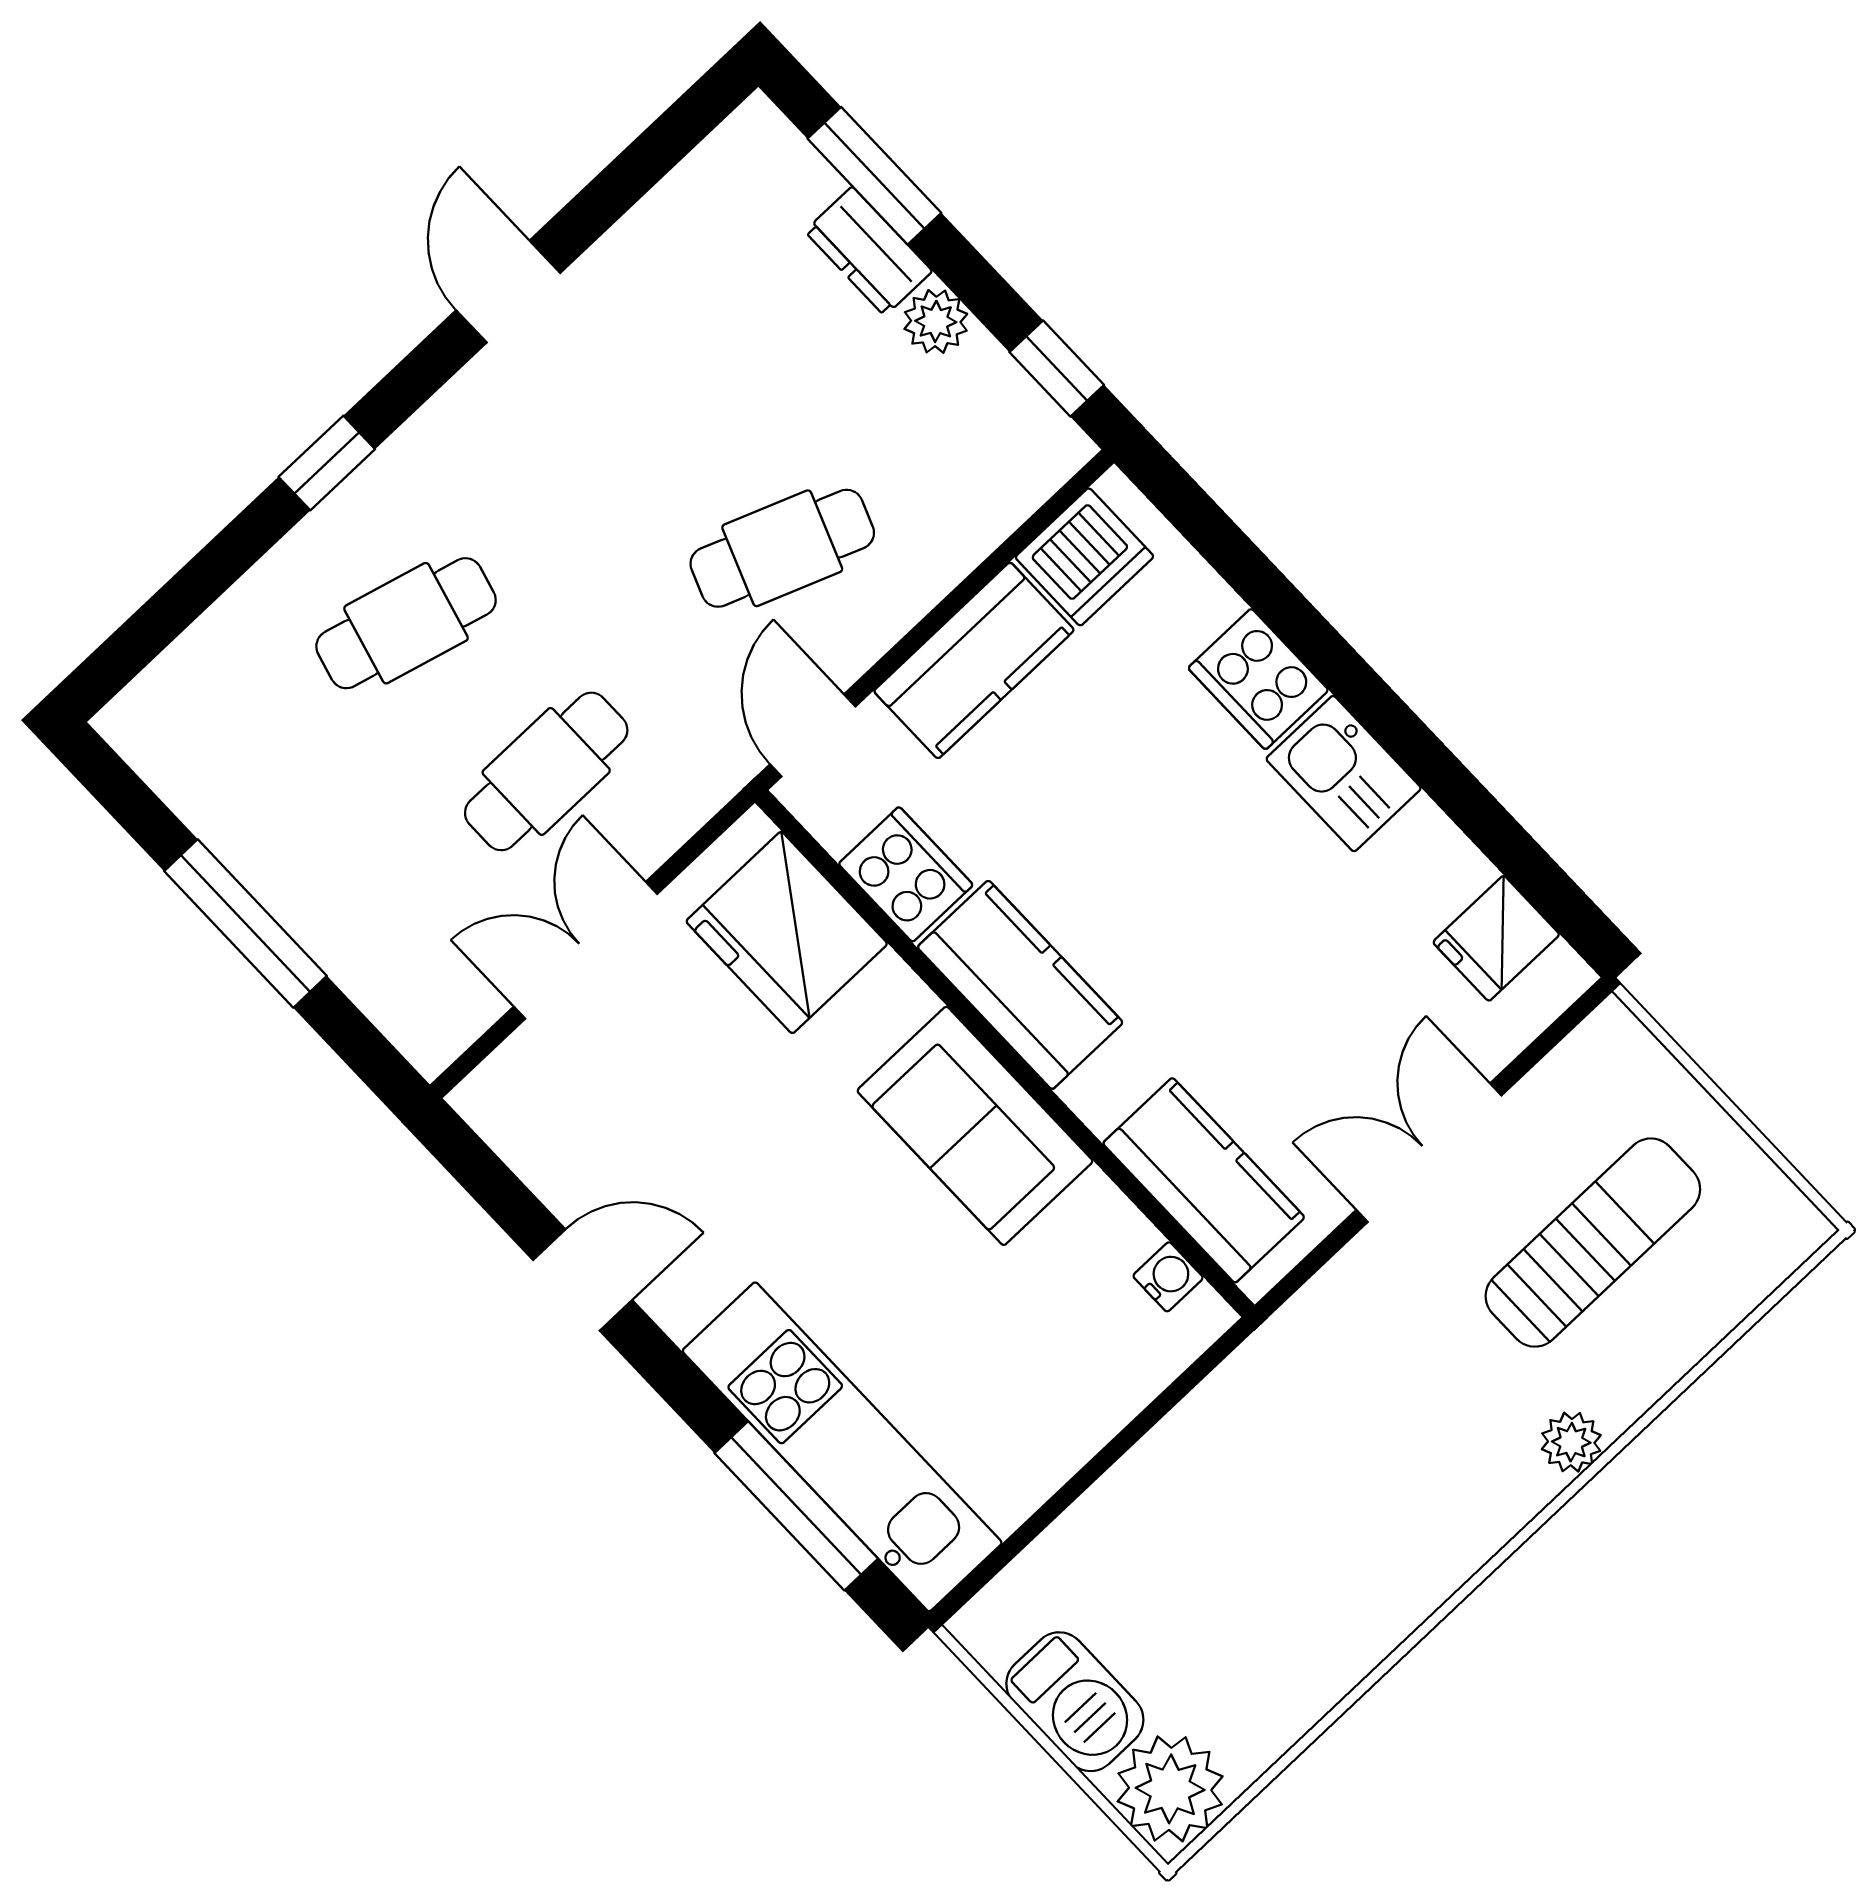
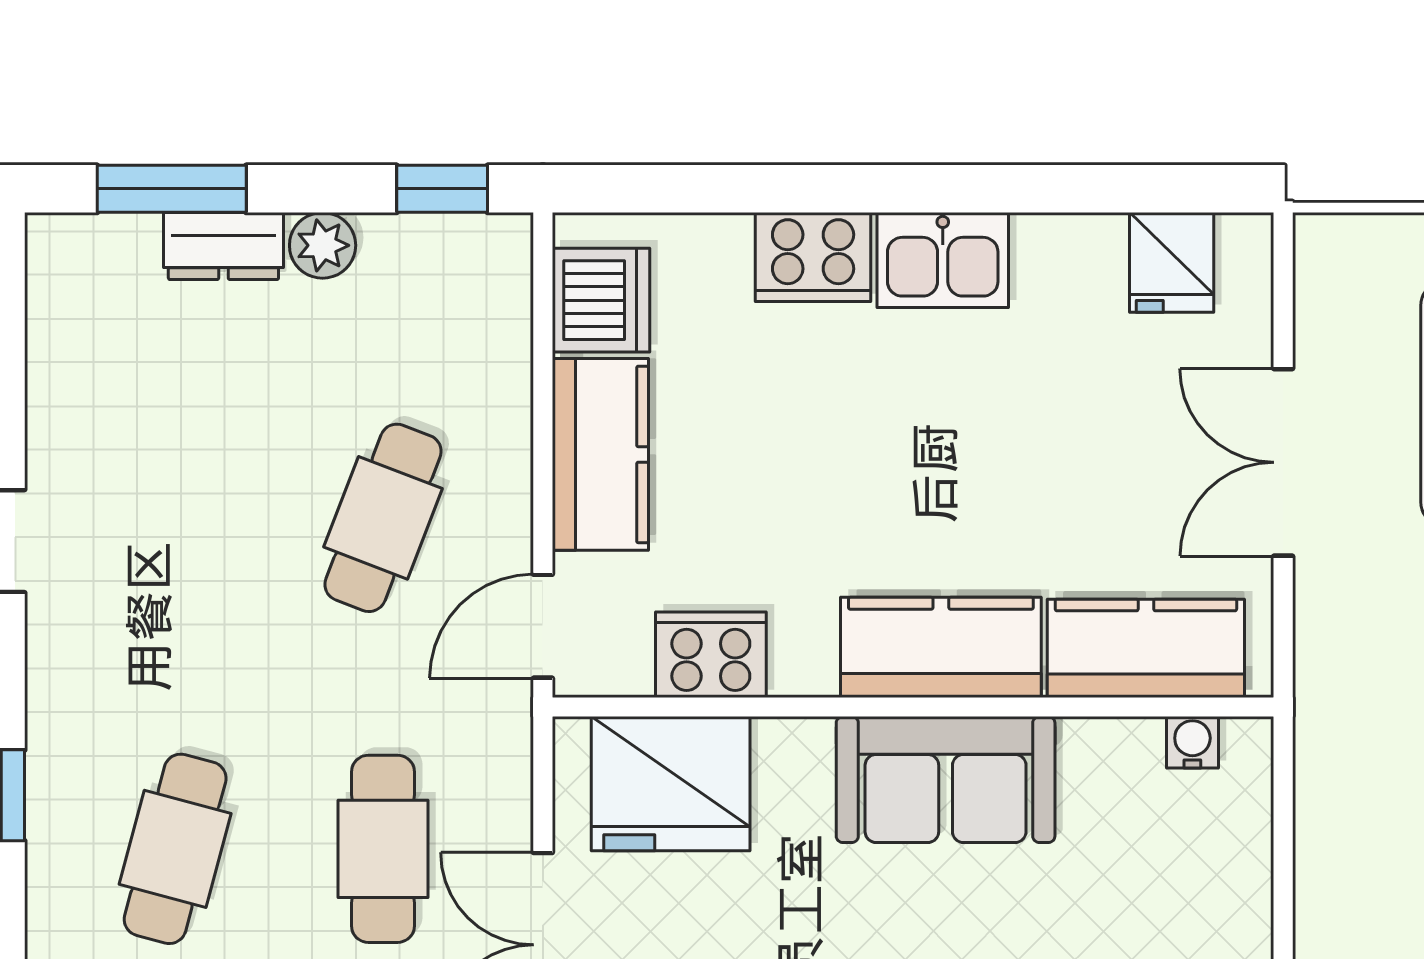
door: (813, 735) -> (543, 626), hinge flipped
kitchen counter: (1020, 985) -> (941, 647), moved

